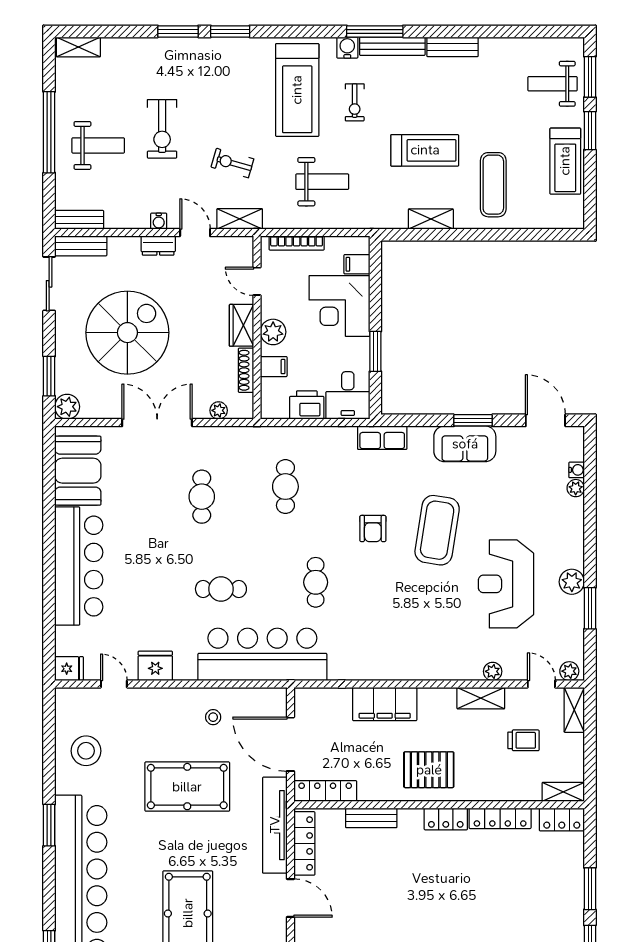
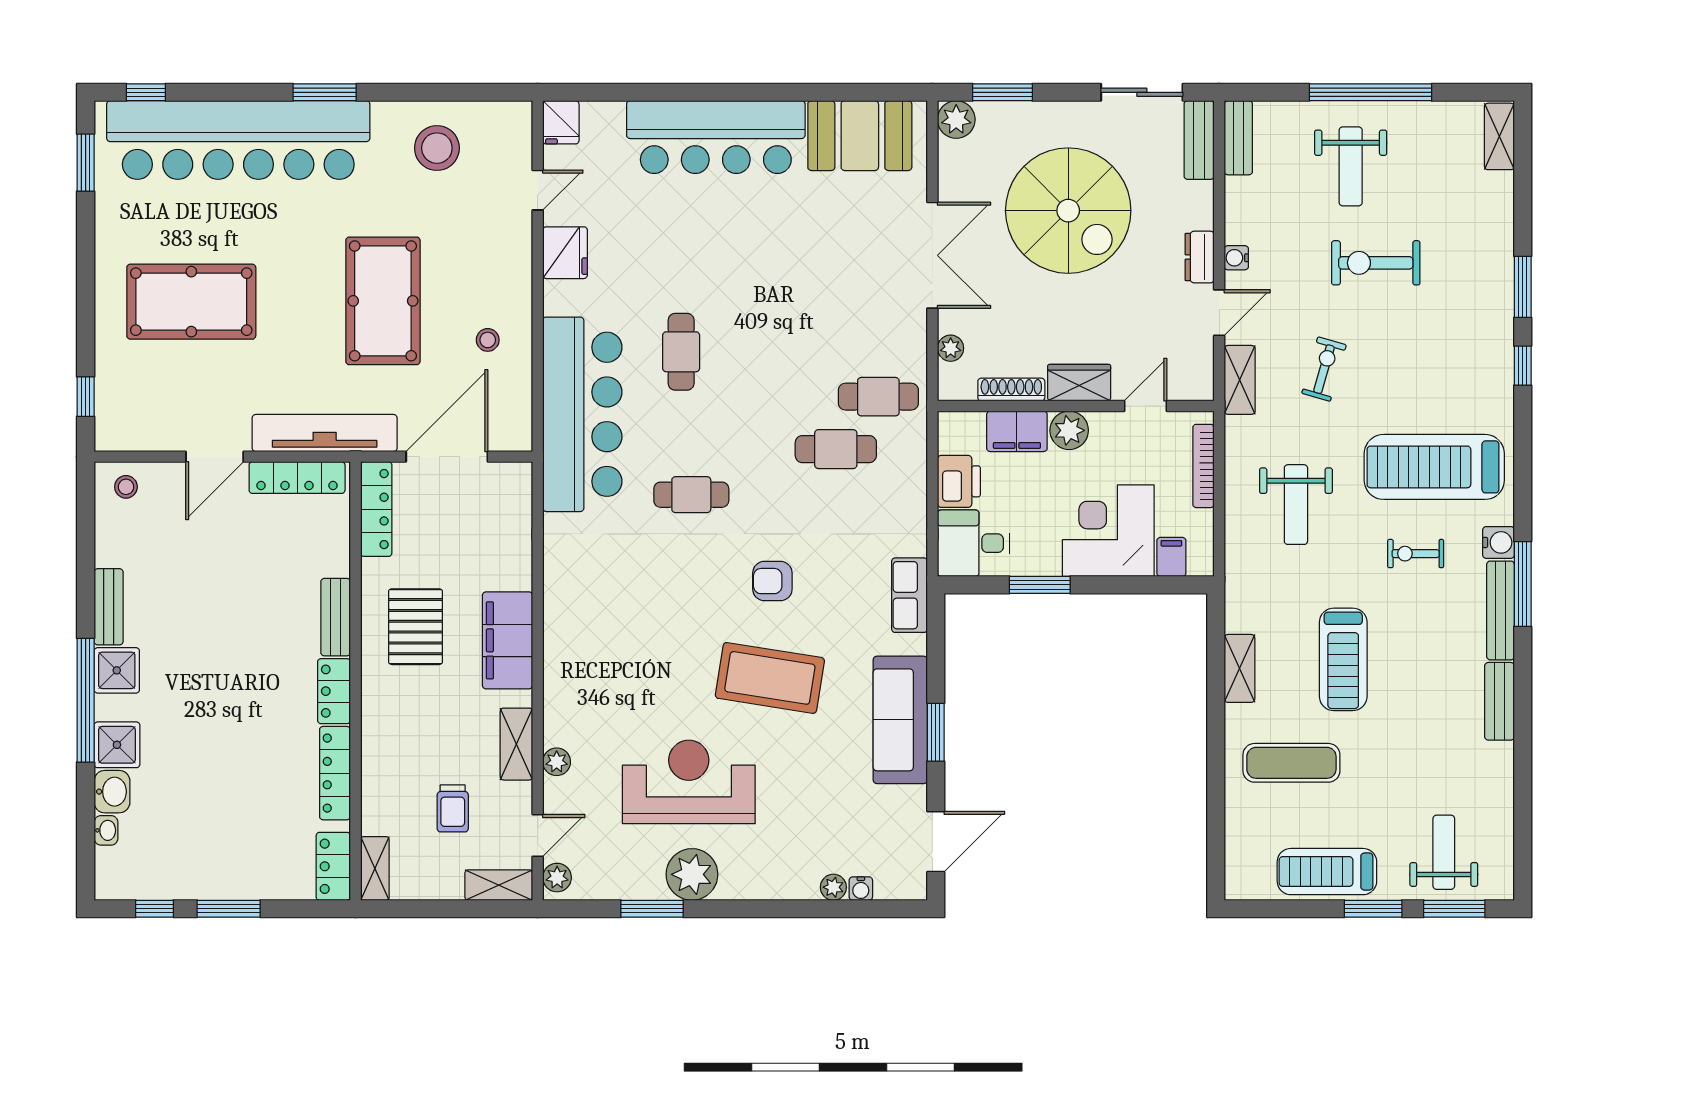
window: (230, 31) -> (1523, 366), width x0.67
filing cabinet: (274, 367) -> (1017, 431), width x2.00
sofa: (465, 444) -> (900, 720), width x1.36
cafe table: (202, 497) -> (878, 397), moved
plant: (572, 582) -> (692, 874), width x1.36, depth x1.36
filing cabinet: (385, 704) -> (507, 640), moved
pallet: (429, 770) -> (416, 627), moved
bench: (371, 818) -> (336, 617), moved

